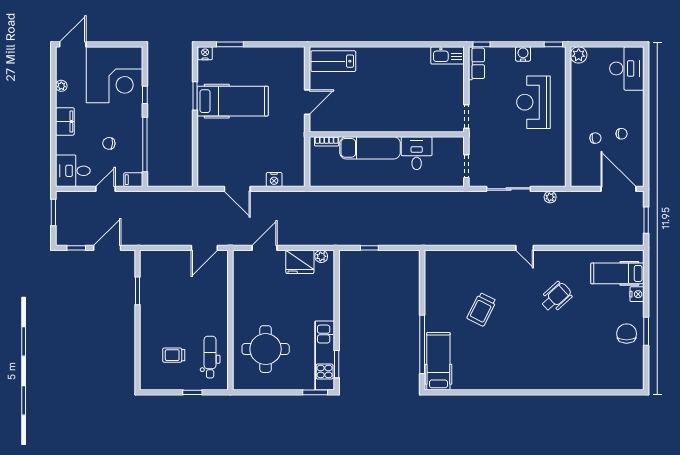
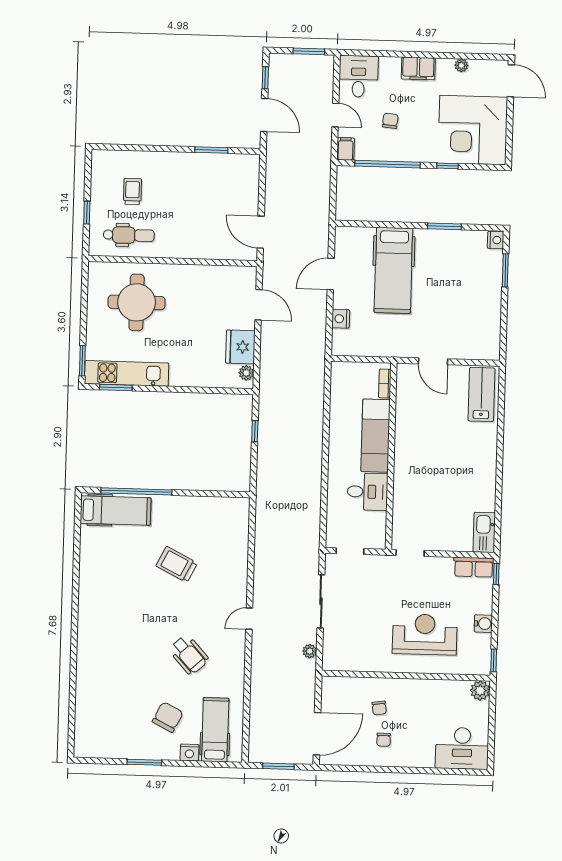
hospital bed: (233, 101) -> (393, 270), moved
chair: (627, 334) -> (168, 717), moved, turned -63

